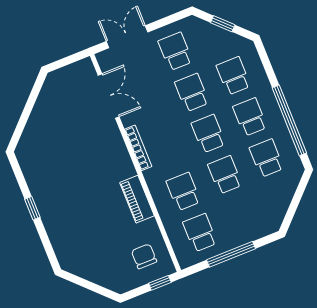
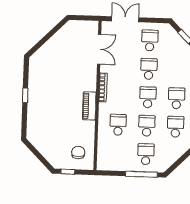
school desk: (233, 76) -> (178, 70), removed
piano: (137, 199) -> (89, 106), moved
school desk: (200, 233) -> (146, 154), moved
window: (231, 254) -> (141, 174), moved
window: (160, 283) -> (68, 172), moved

